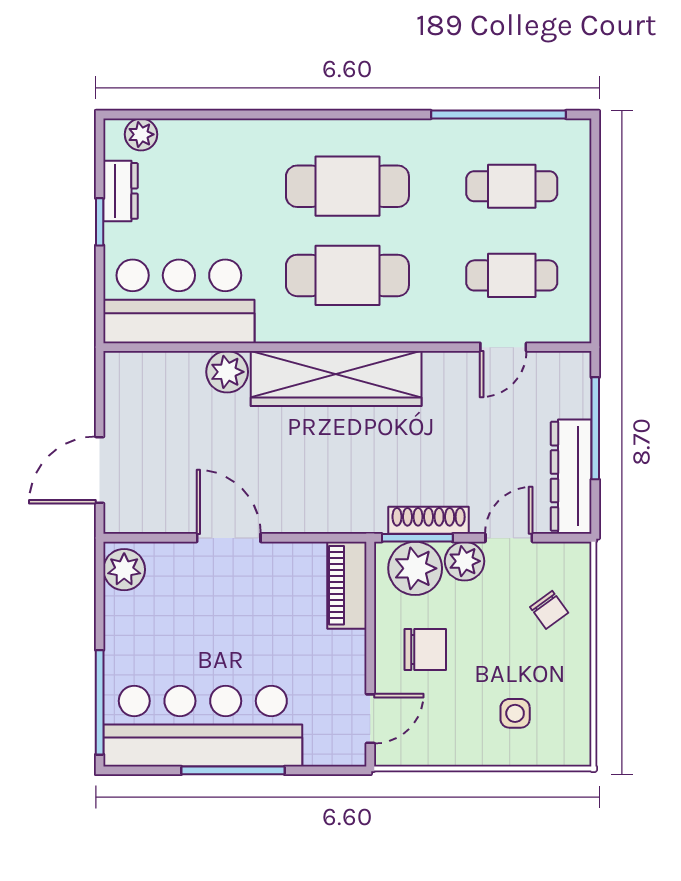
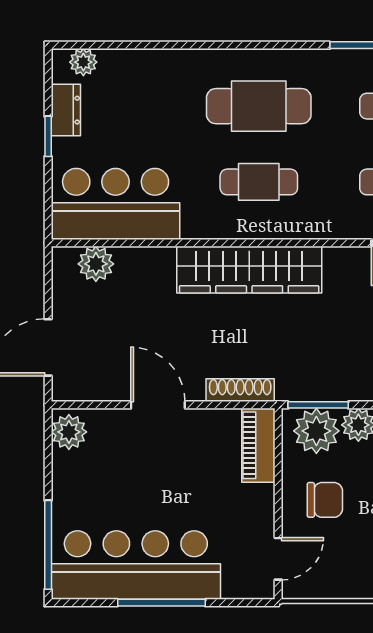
cafe table: (347, 275) -> (259, 182), width x0.73, depth x0.74
plant: (227, 372) -> (96, 264), moved
shoe rack: (429, 520) -> (240, 390), moved

